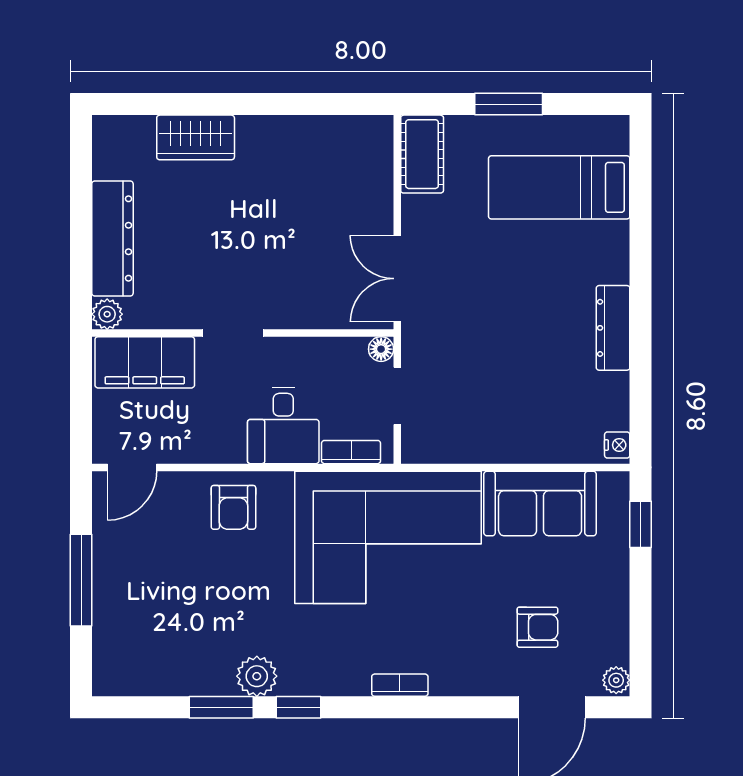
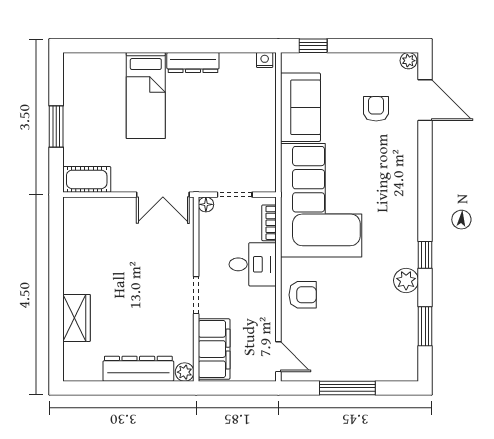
bed: (559, 187) -> (146, 96), moved
bookcase: (400, 685) -> (412, 193), removed
window: (221, 707) -> (425, 326), moved

